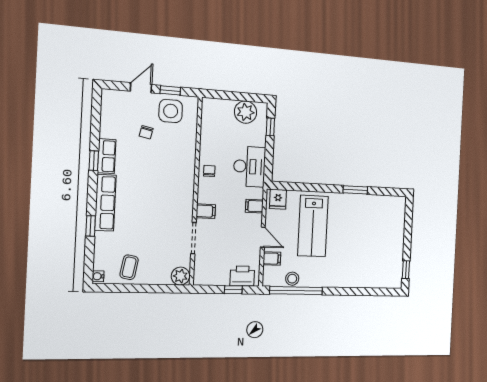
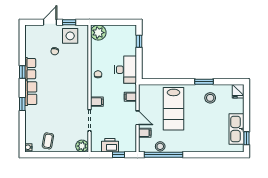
plant: (246, 112) -> (98, 33), moved
fridge: (278, 199) -> (238, 91), moved
row of seats: (105, 203) -> (31, 93), width x0.68
stool: (362, 213) -> (210, 98), added
window: (91, 226) -> (22, 104), moved
kitchen sink: (394, 257) -> (237, 129), added
printer: (242, 276) -> (110, 145), moved

